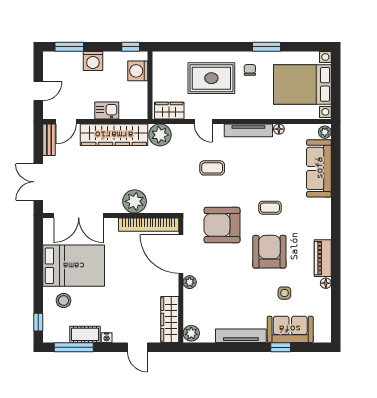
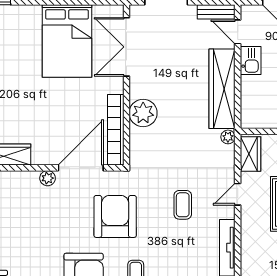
kitchen sink: (107, 111) -> (251, 61), moved
plant: (160, 135) -> (228, 137), width x0.53, depth x0.53
stool: (64, 301) -> (26, 29), removed

